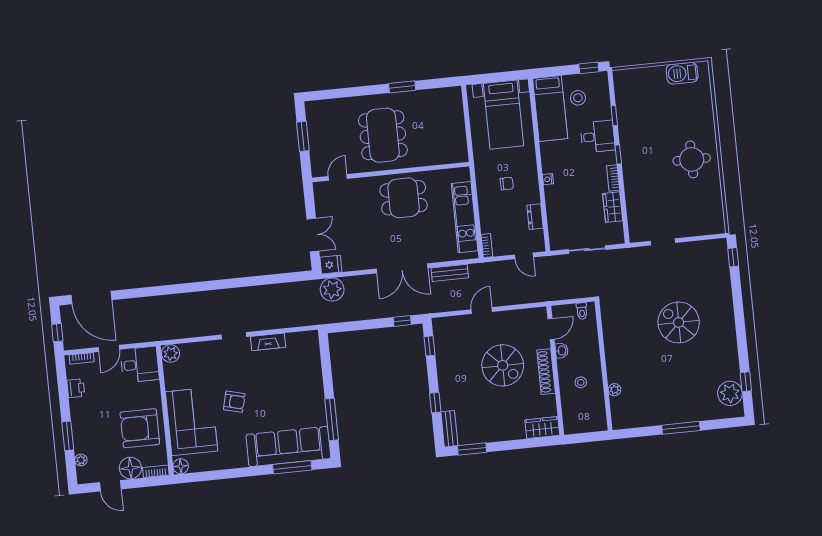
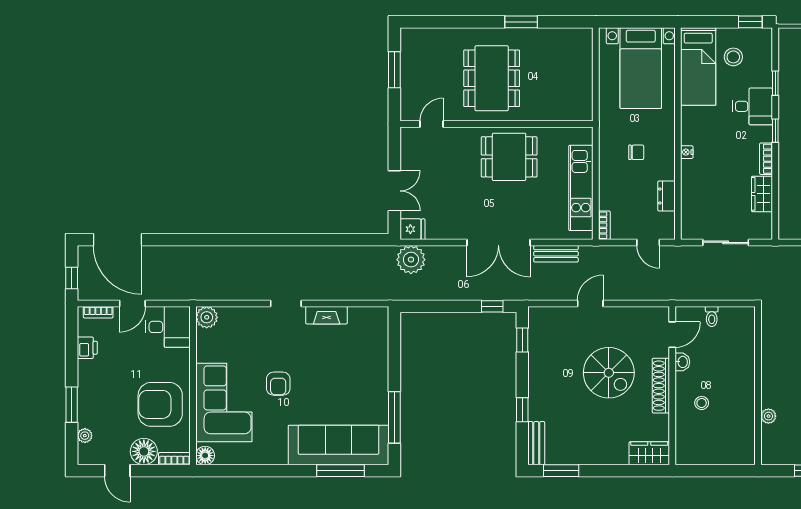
wall: (604, 366) -> (758, 386), moved
plant: (615, 390) -> (768, 416), moved
armchair: (234, 402) -> (278, 384), turned 76

